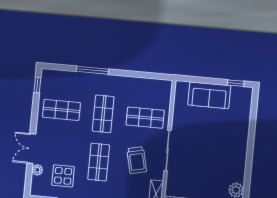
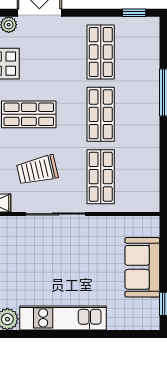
shop shelf: (103, 114) -> (101, 114), turned 90
kitchen unit: (239, 152) -> (63, 318), added

